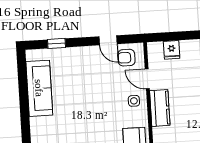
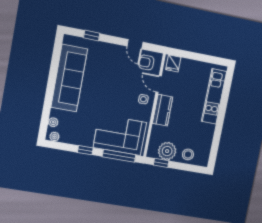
fridge: (172, 50) -> (173, 63), moved
sofa: (39, 88) -> (69, 78), width x1.36, depth x1.27

